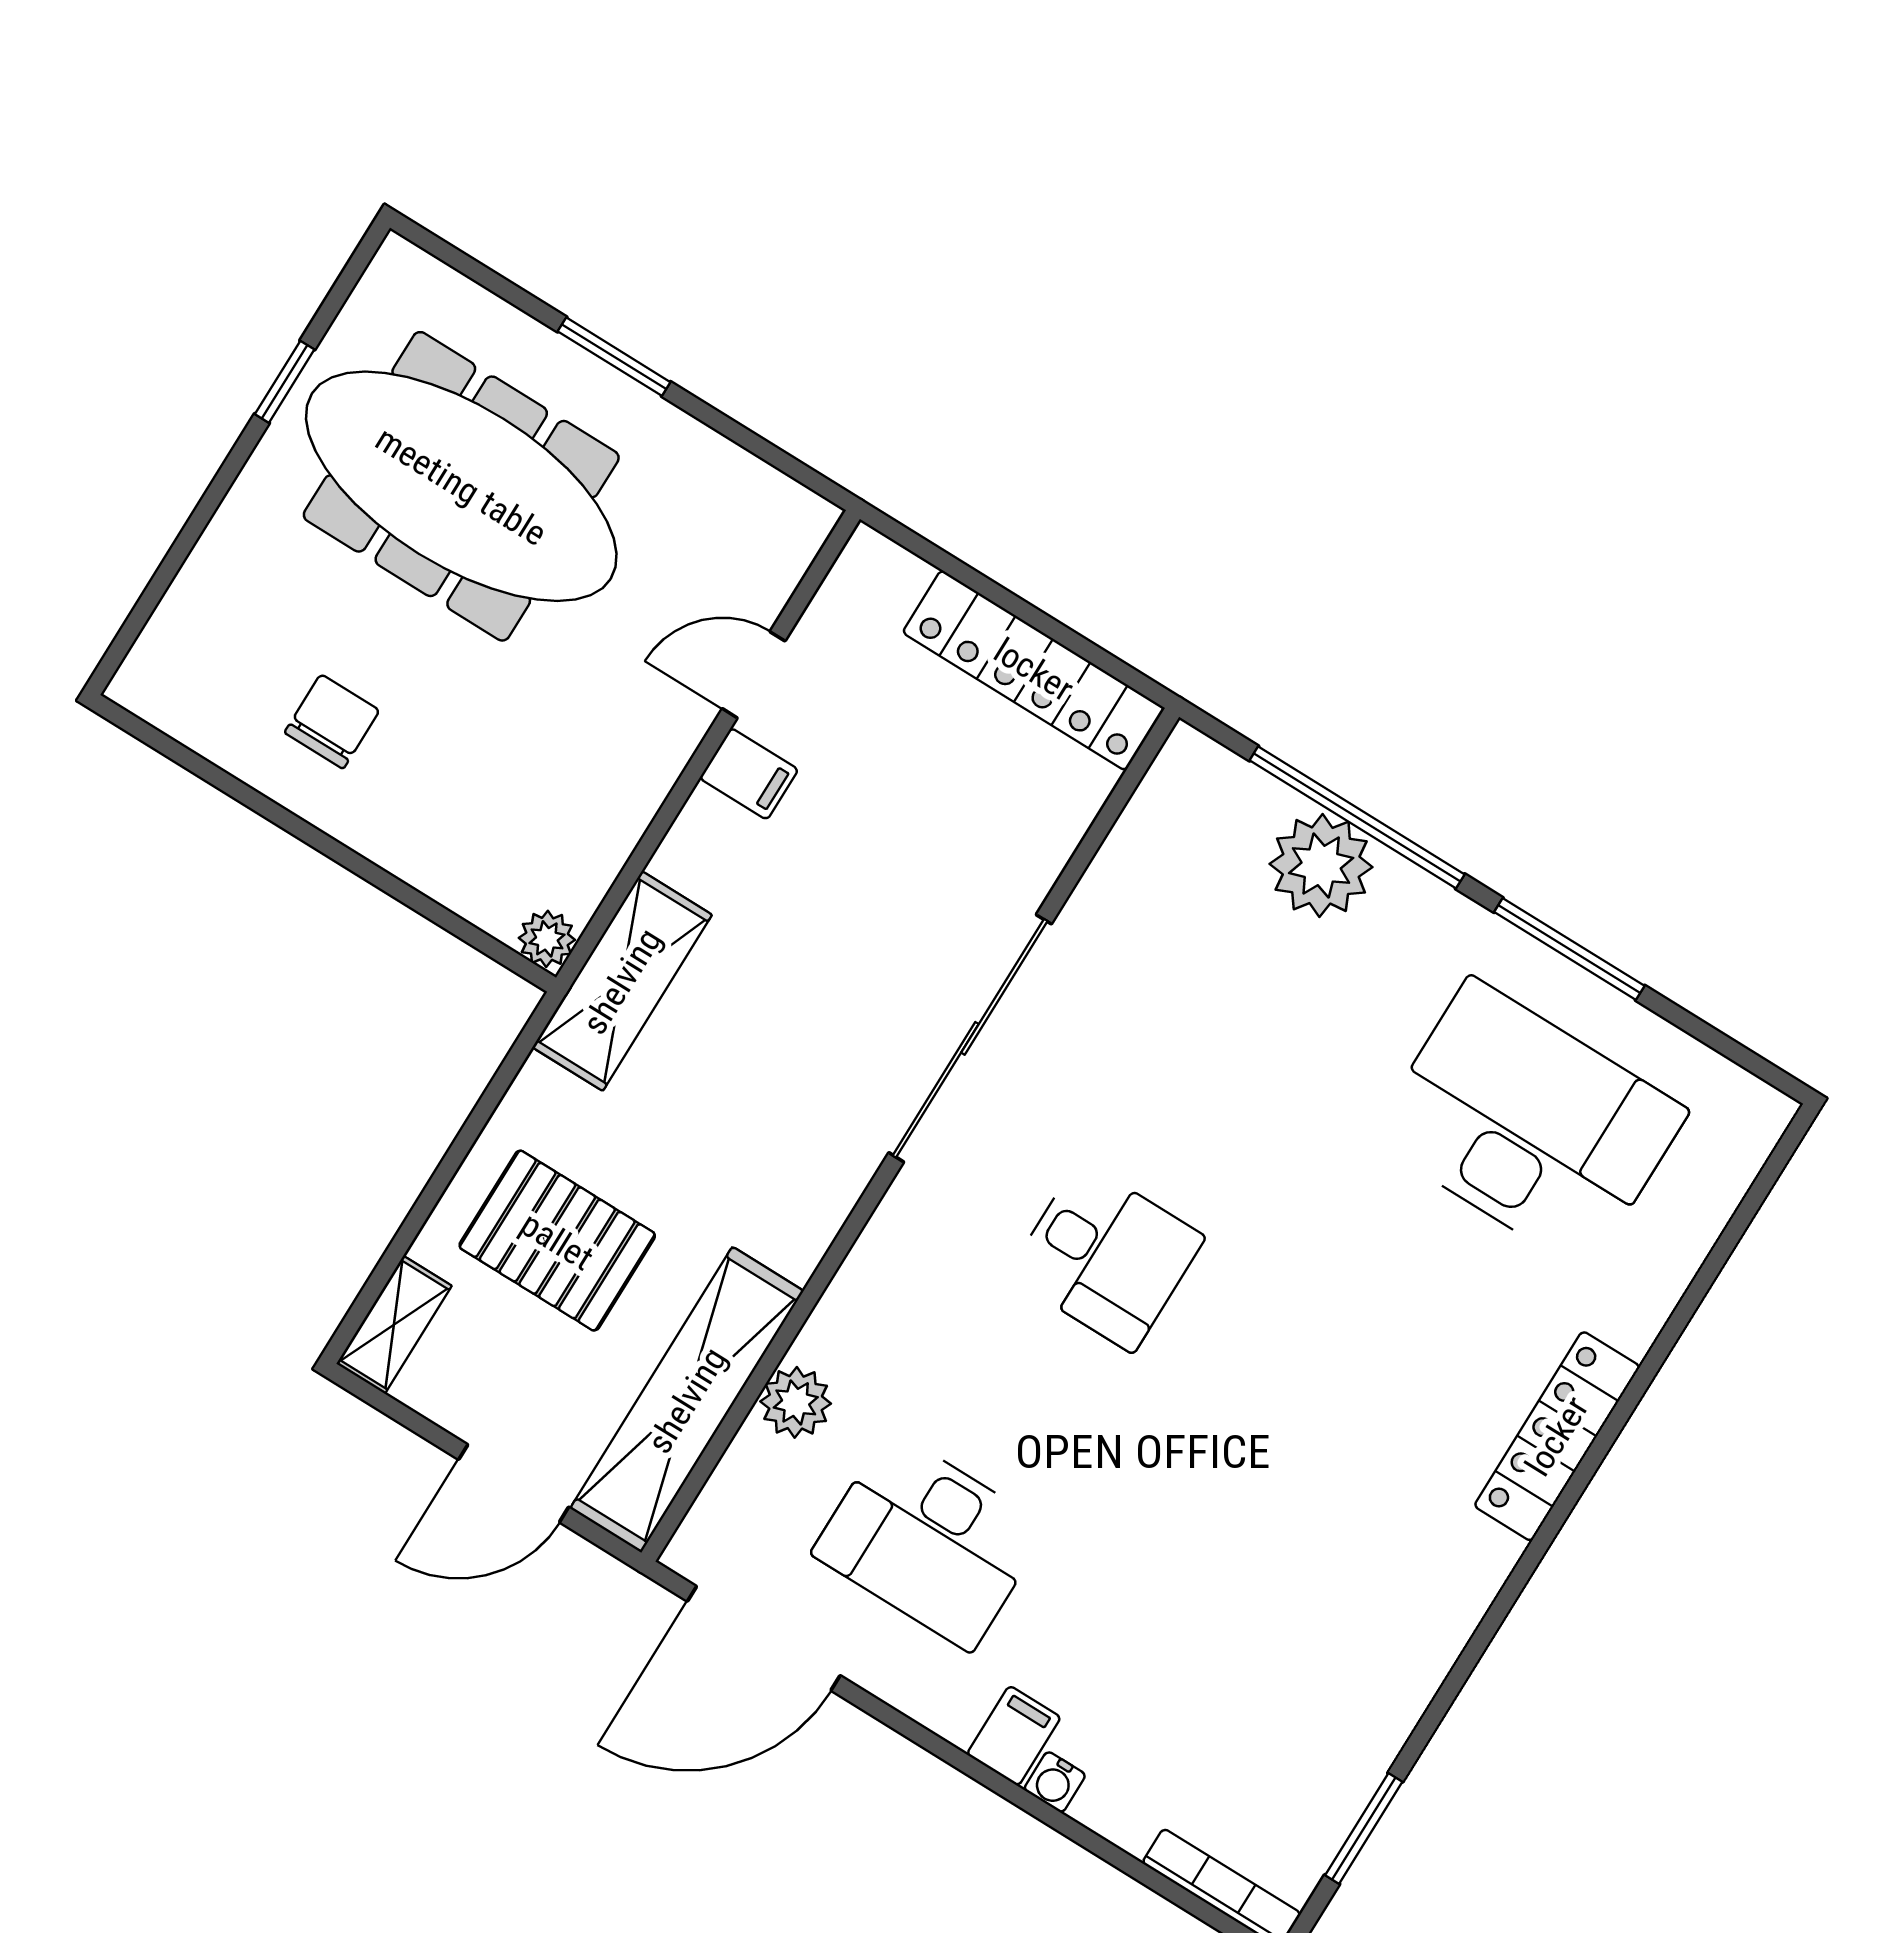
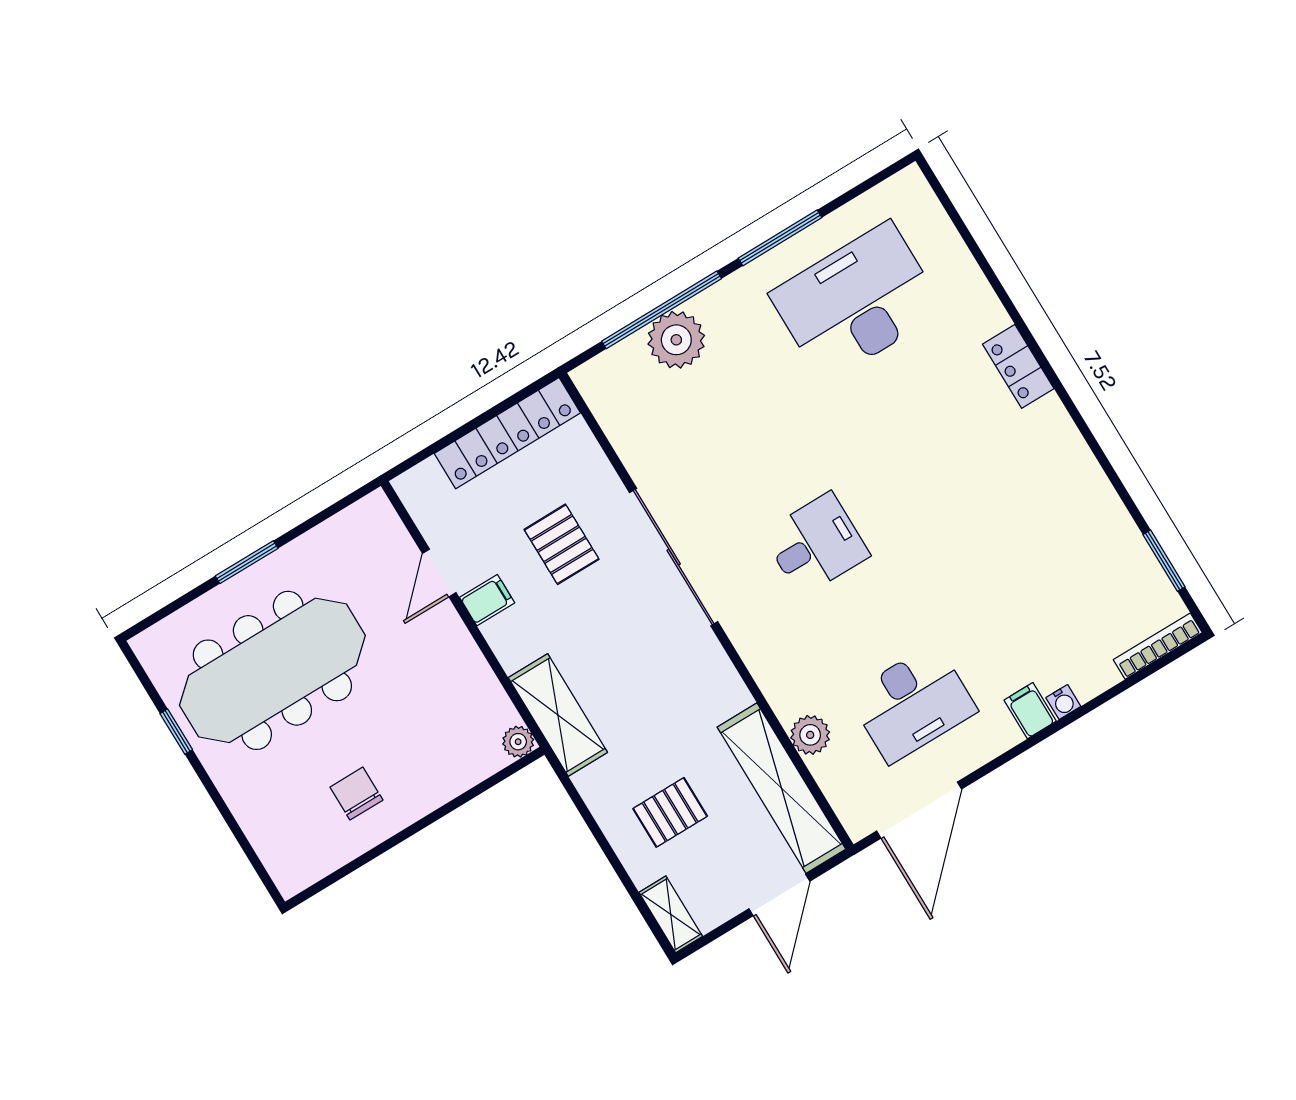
pallet: (899, 848) -> (562, 544), added
pallet: (557, 1241) -> (670, 812), width x0.67, depth x0.71
locker: (1557, 1436) -> (1018, 366), width x0.66

